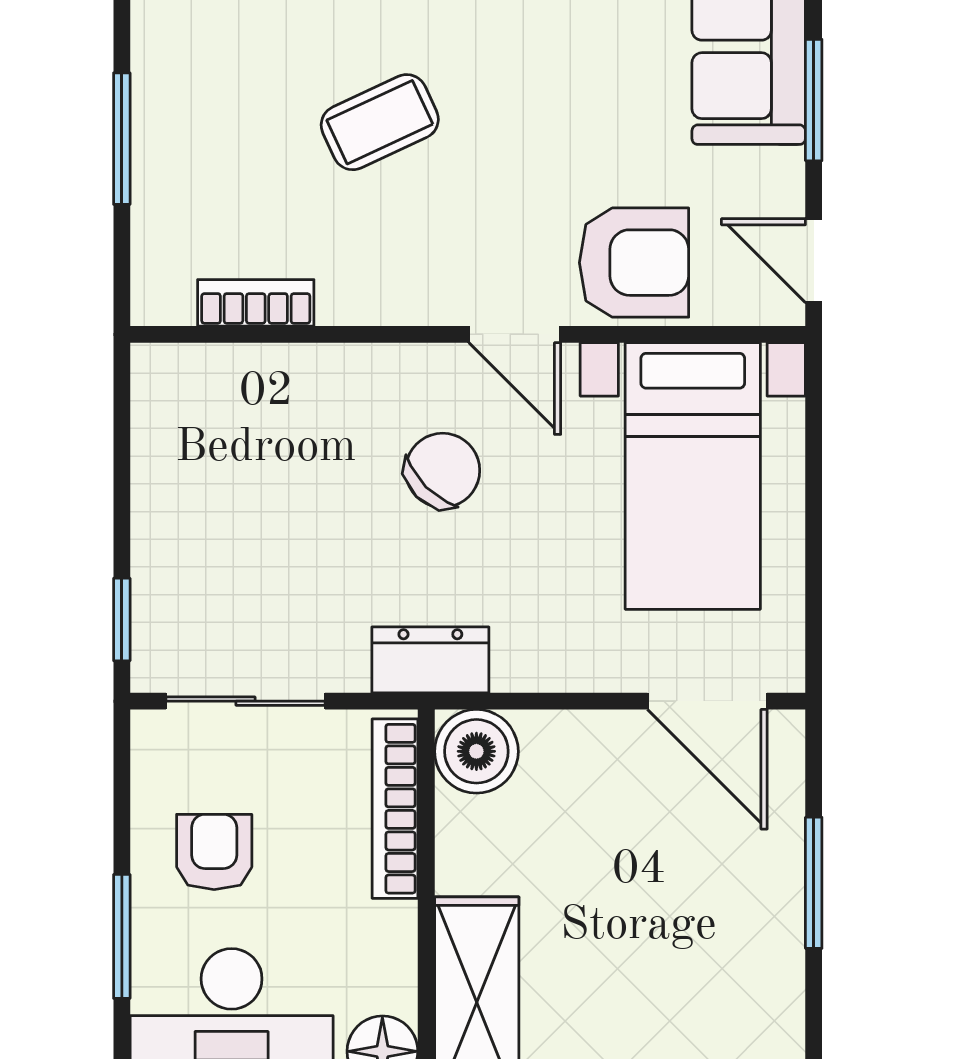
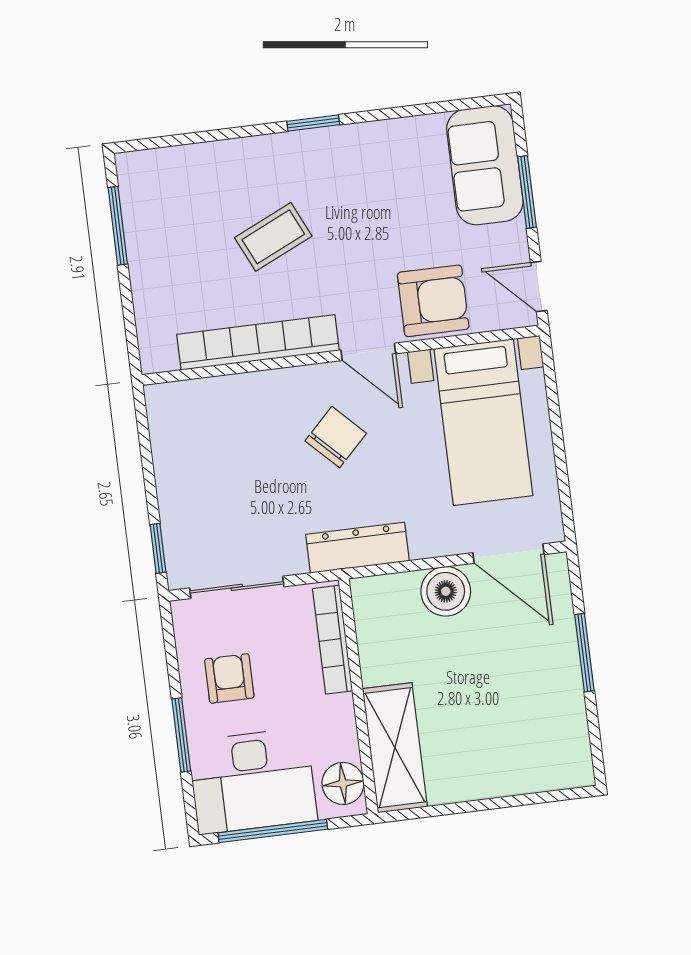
window: (122, 139) -> (118, 226), moved
bookcase: (256, 303) -> (258, 342), width x2.31, depth x1.31
dresser: (430, 660) -> (358, 548), width x1.44
boiler: (476, 751) -> (446, 591), moved

